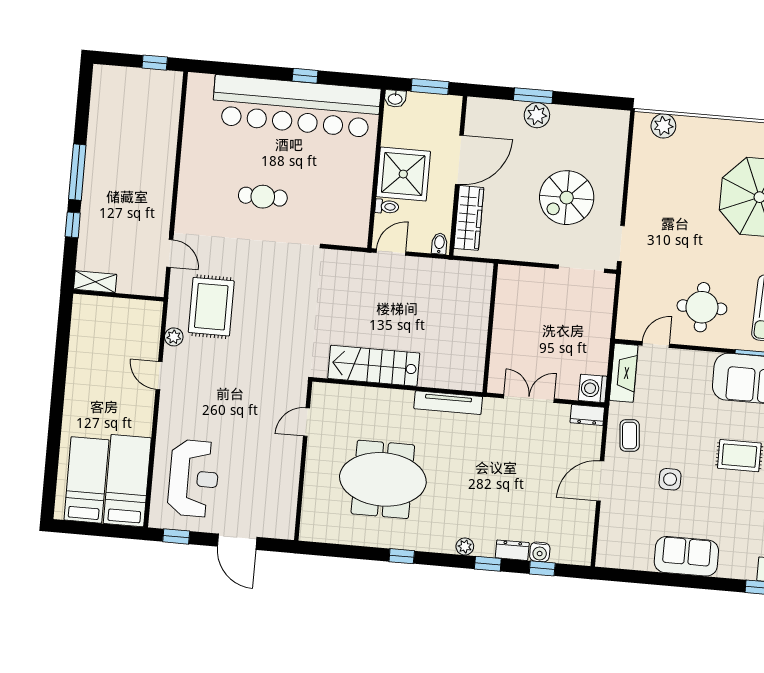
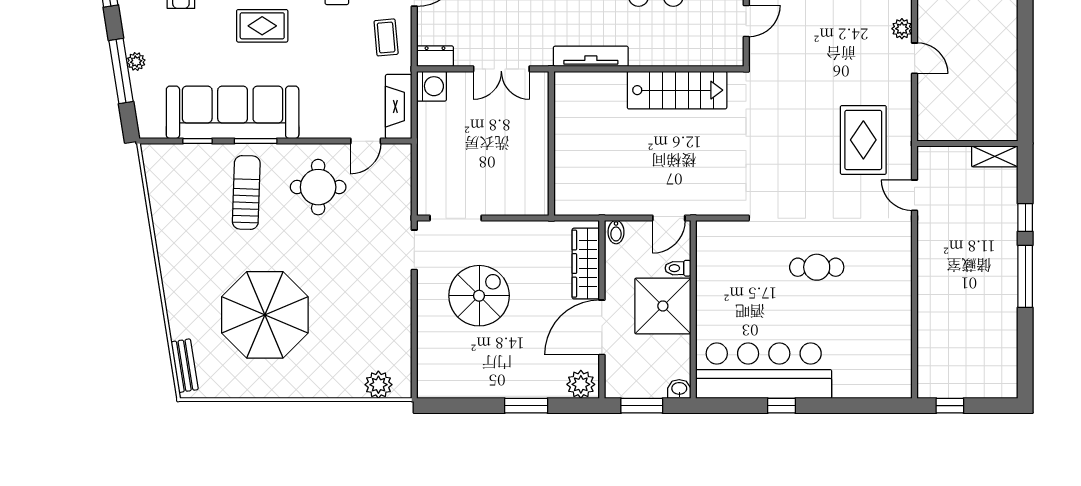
bar counter: (296, 106) -> (764, 371), width x0.73
plant: (537, 115) -> (581, 384), moved
plant: (174, 337) -> (902, 29), moved

